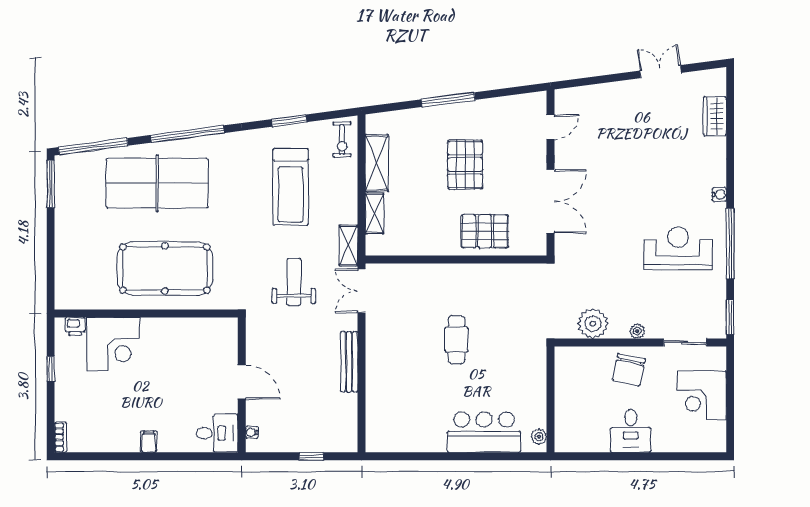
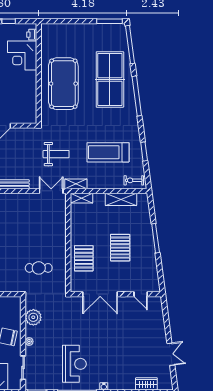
pallet: (465, 165) -> (120, 248), turned 90
shelving: (374, 214) -> (82, 198), moved
cafe table: (456, 340) -> (39, 268), moved

